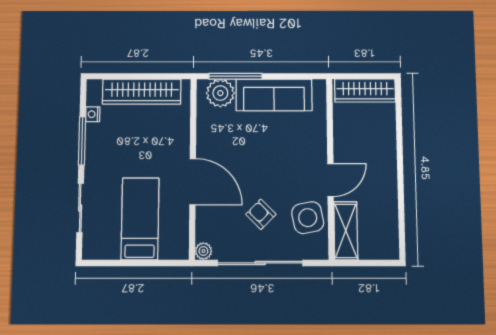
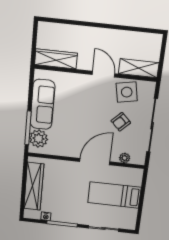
wardrobe: (365, 90) -> (56, 59), moved, turned -90
plant: (203, 251) -> (125, 158), moved

